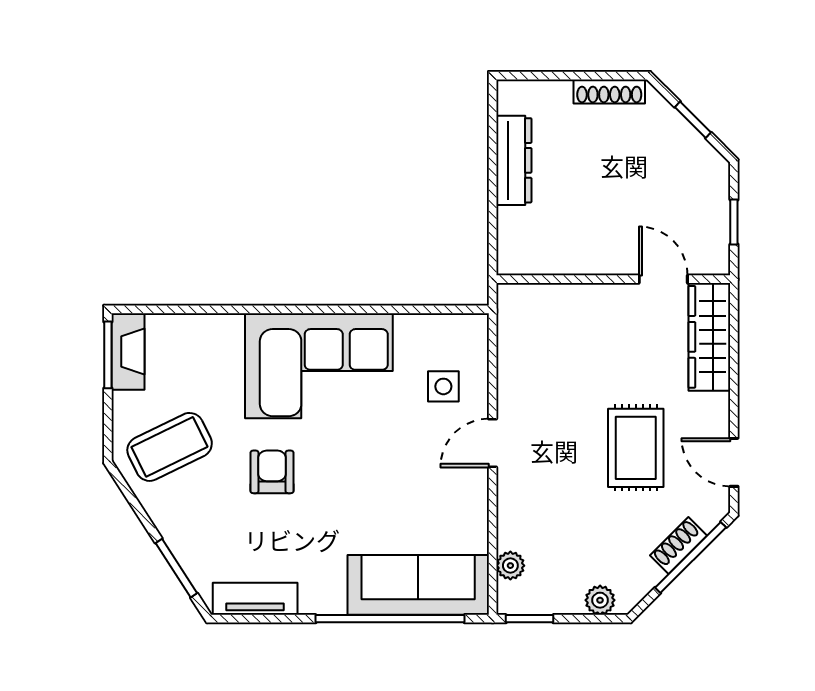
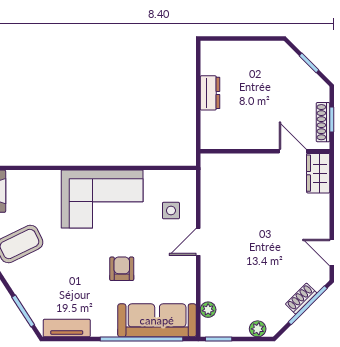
shoe rack: (609, 91) -> (323, 122), moved, turned 90
dresser: (514, 160) -> (210, 93), width x0.70
wardrobe: (709, 337) -> (318, 173), width x0.67
rug: (636, 448) -> (277, 244), removed
armchair: (272, 472) -> (122, 269), moved

